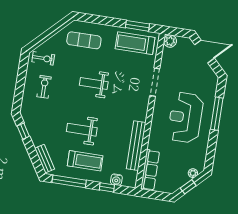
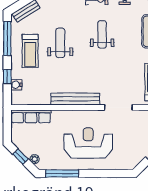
weight bench: (94, 84) -> (102, 34), moved
window: (217, 114) -> (62, 173), moved
bench: (136, 146) -> (75, 99), moved

